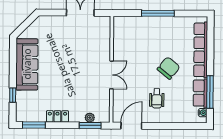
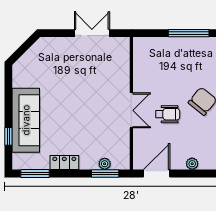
sofa: (27, 64) -> (26, 120), moved
wheelchair: (157, 98) -> (168, 114), moved, turned -90
plant: (160, 118) -> (192, 164), added

